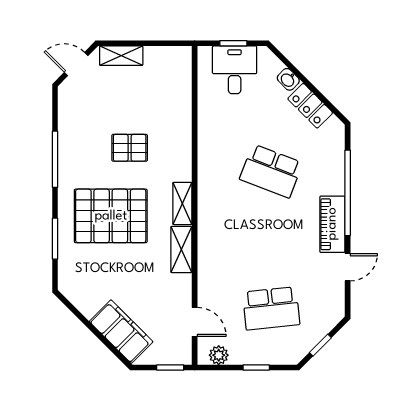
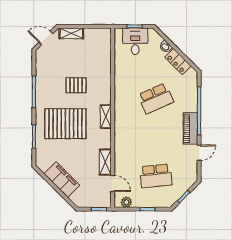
school desk: (271, 171) -> (156, 98), turned -45
shelving: (181, 249) -> (105, 162), moved
filing cabinet: (121, 332) -> (62, 180), moved

